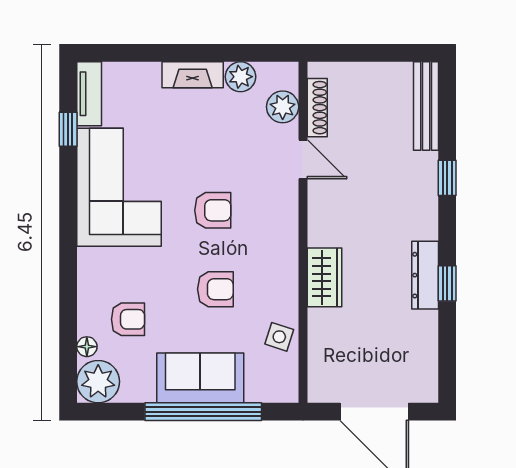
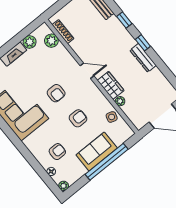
door: (303, 159) -> (87, 71), moved
armchair: (213, 210) -> (56, 93), turned 90
window: (447, 283) -> (143, 43), moved
plant: (318, 320) -> (120, 101), added
plant: (98, 382) -> (64, 186), width x0.53, depth x0.53

